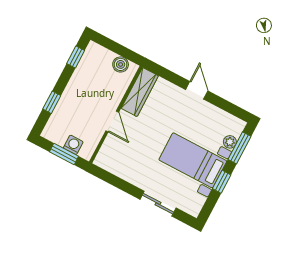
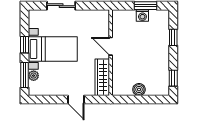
wardrobe: (140, 92) -> (102, 77), moved
wall: (116, 115) -> (111, 53), moved
door: (112, 122) -> (111, 46), moved

